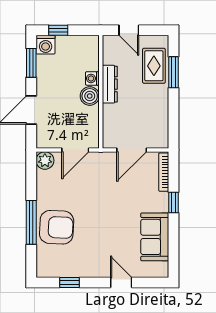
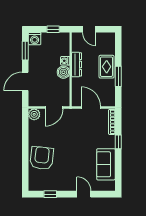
window: (58, 30) -> (53, 29), moved
rug: (154, 66) -> (107, 67), moved
window: (174, 72) -> (118, 76), moved
door: (132, 150) -> (91, 107), swing flipped
window: (31, 222) -> (25, 155), removed
armchair: (57, 227) -> (42, 158), turned -87

